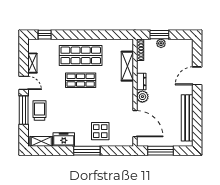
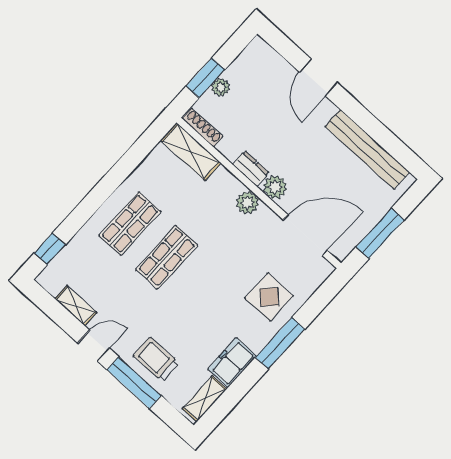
shop shelf: (81, 55) -> (130, 224), width x0.70, depth x0.74
shelving: (127, 66) -> (191, 152), moved
plant: (128, 92) -> (247, 203), added

